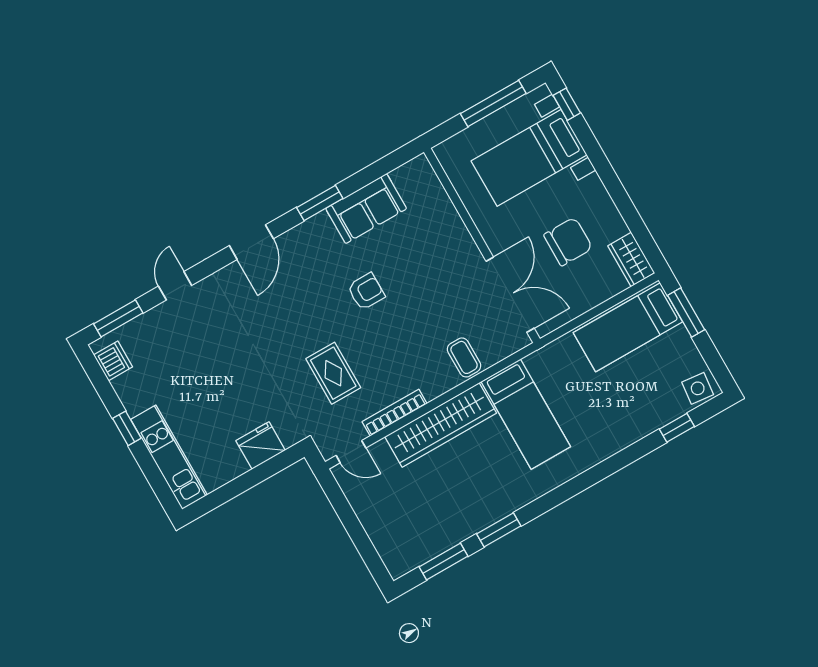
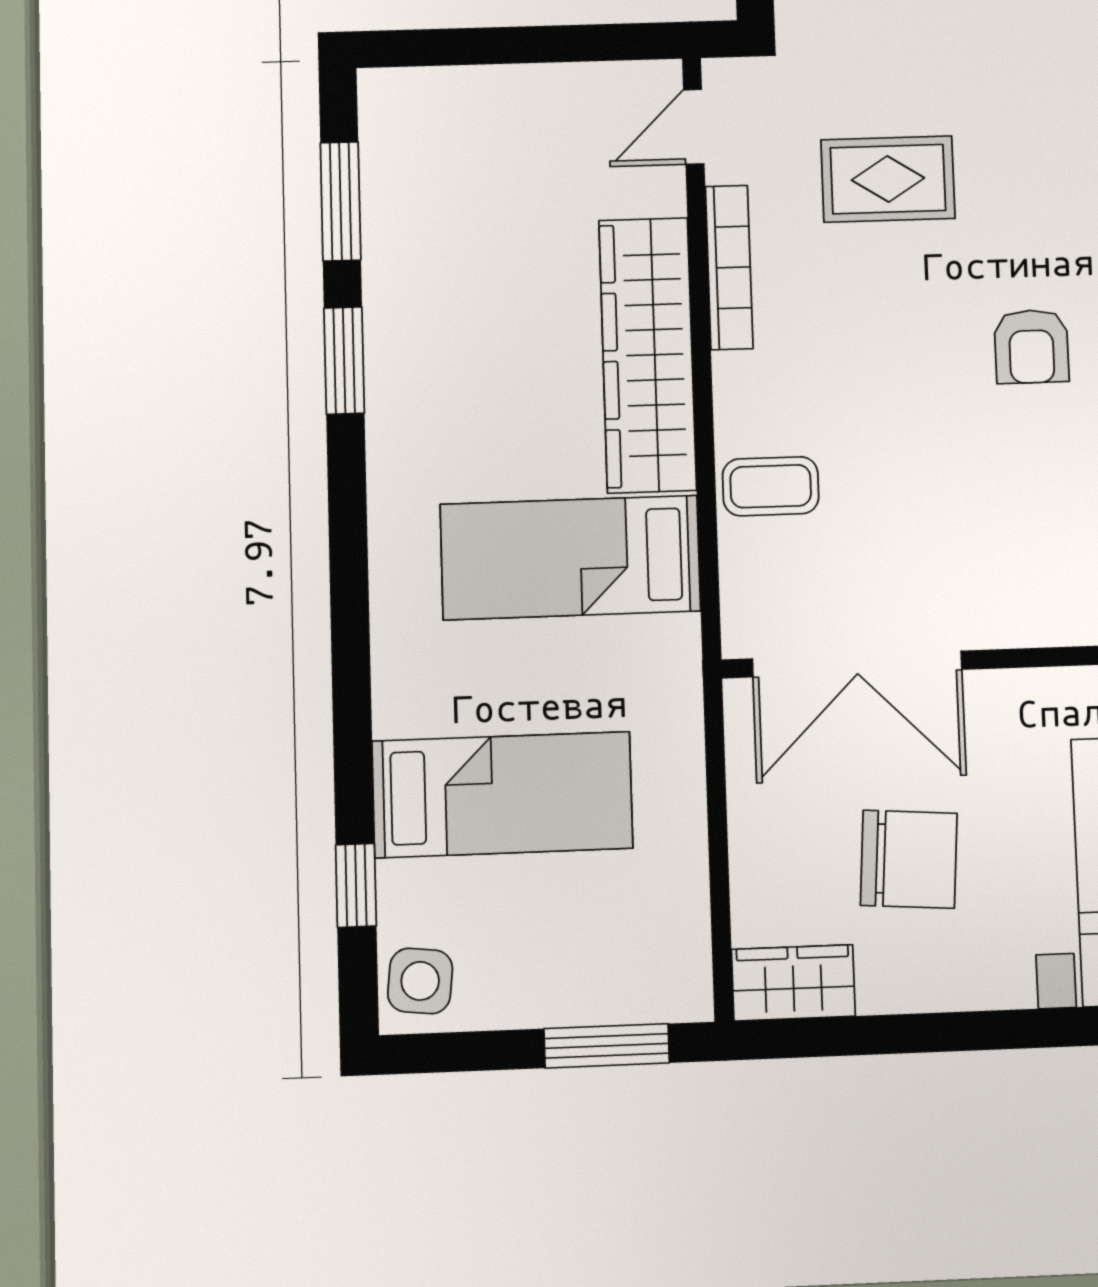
chair: (568, 242) -> (909, 859), turned -86
bed: (628, 327) -> (502, 795), moved, turned 90

